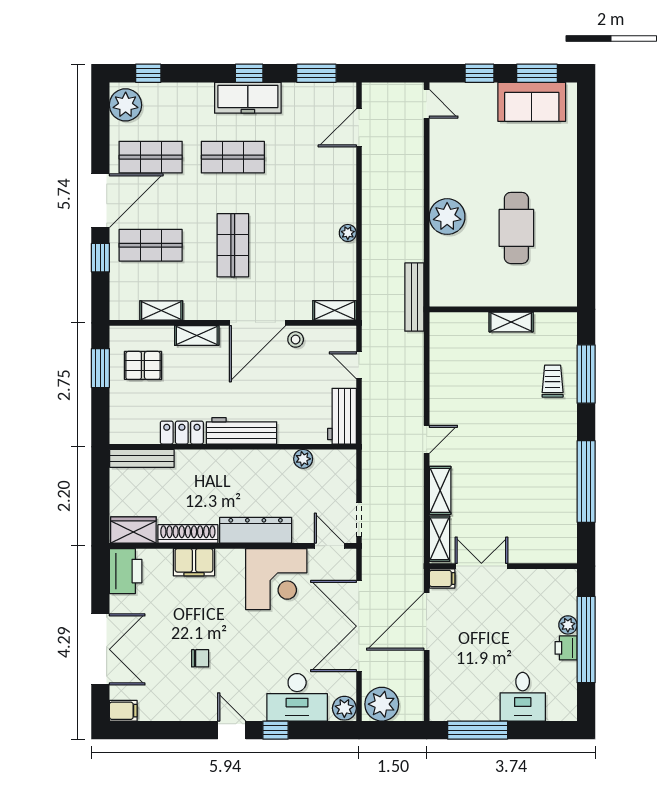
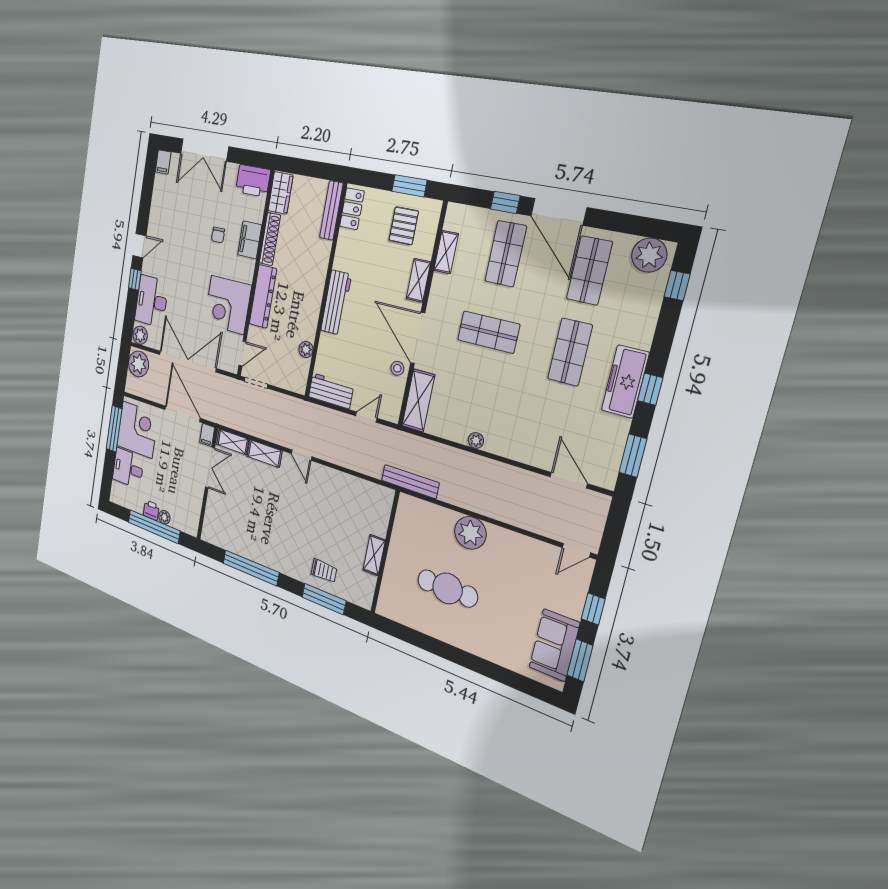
shelving: (335, 310) -> (418, 400), width x1.50, depth x1.33
locker: (182, 433) -> (352, 209), moved
chair: (200, 658) -> (218, 235), moved
corner desk: (467, 690) -> (138, 430), added

